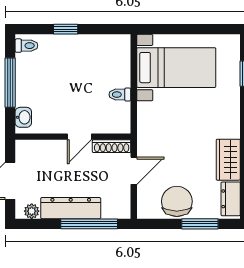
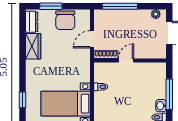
washbasin: (23, 117) -> (161, 106), moved
dresser: (71, 208) -> (131, 16), removed

